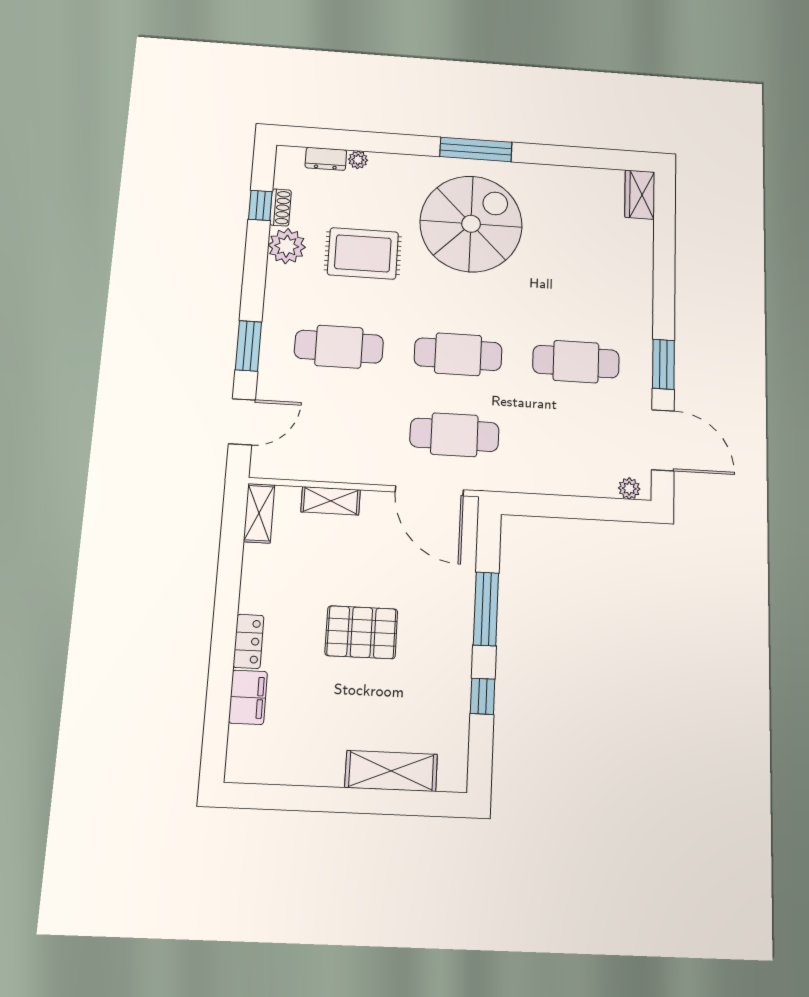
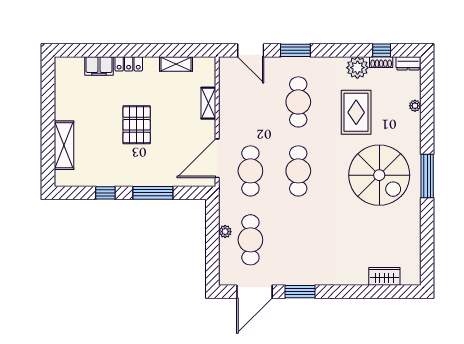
dresser: (326, 159) -> (408, 63), moved, turned -90
wardrobe: (640, 195) -> (384, 276), moved
cafe table: (576, 362) -> (250, 240), moved
plant: (629, 488) -> (225, 232), moved
shelving: (259, 513) -> (176, 64), moved

